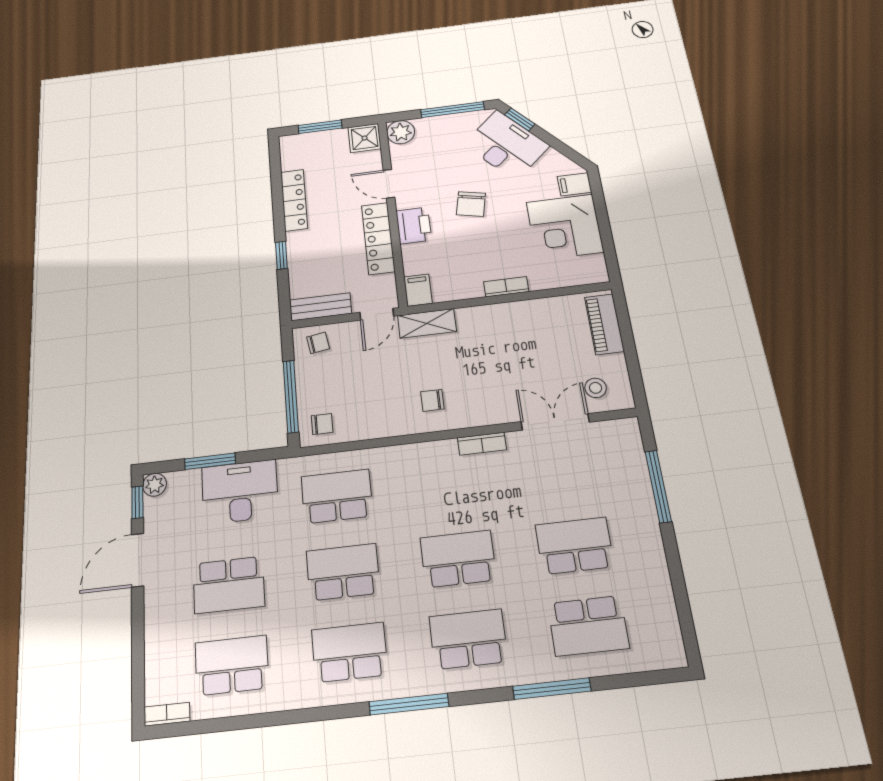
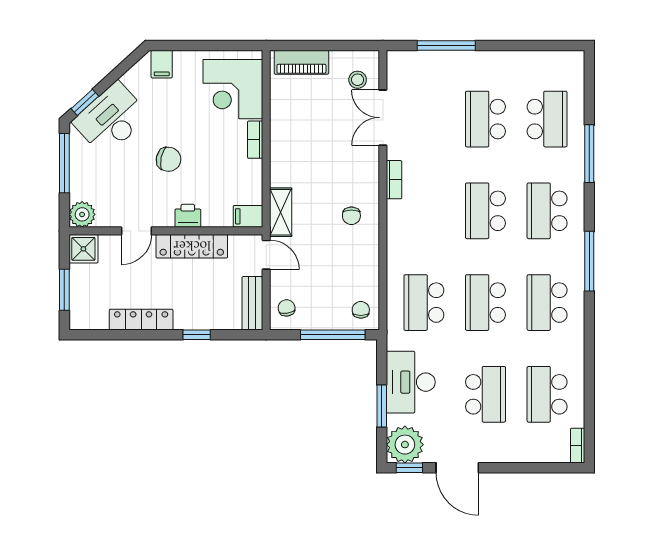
printer: (414, 226) -> (188, 216), width x0.73, depth x0.81
corner desk: (565, 227) -> (233, 89), moved, turned 90
plant: (155, 485) -> (405, 445), width x1.88, depth x1.88

